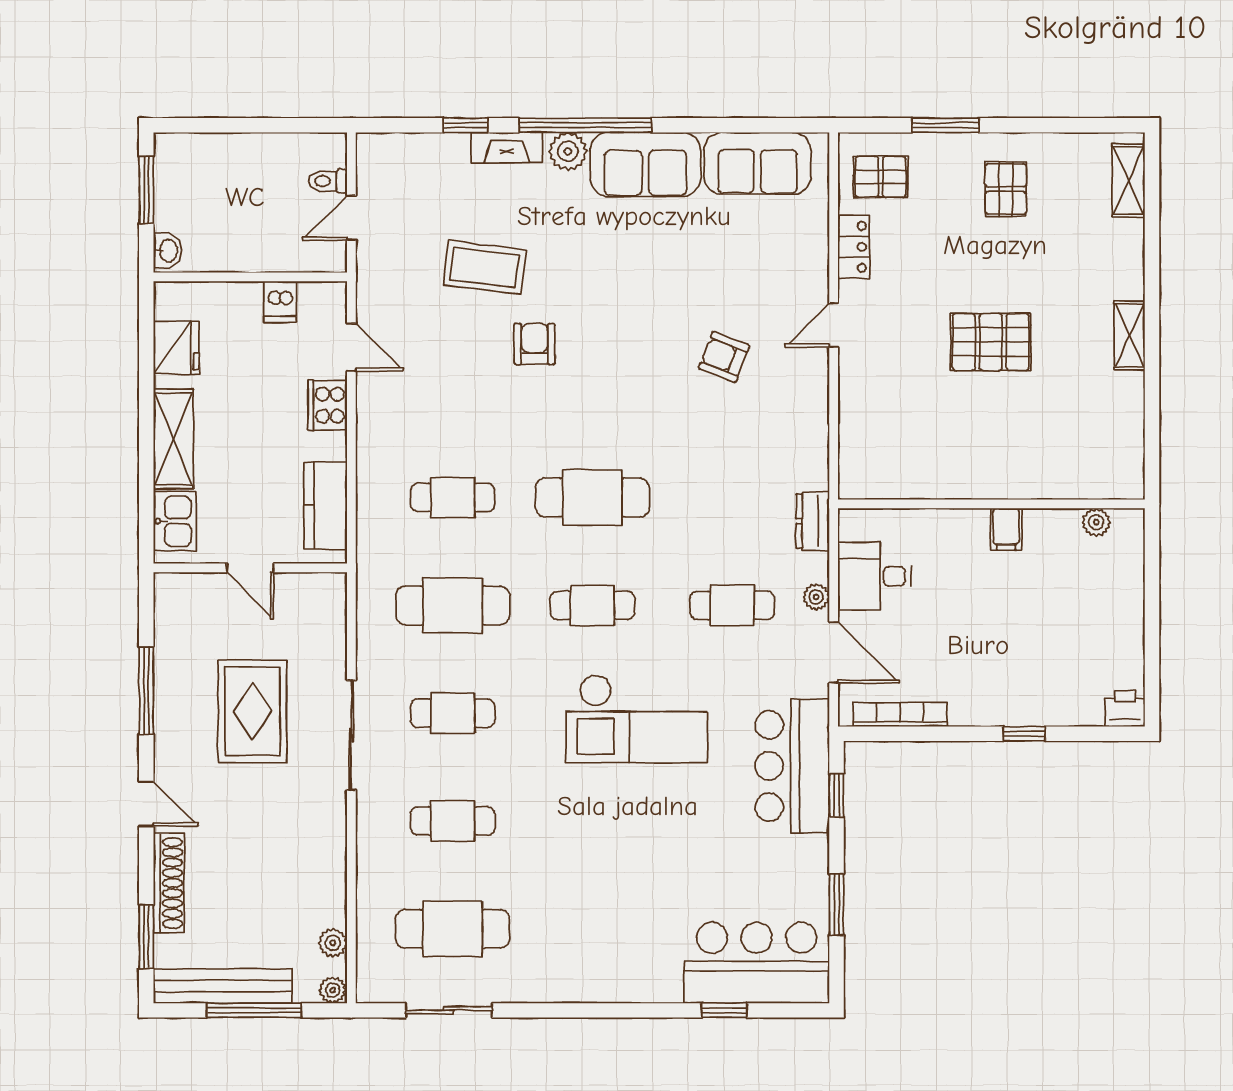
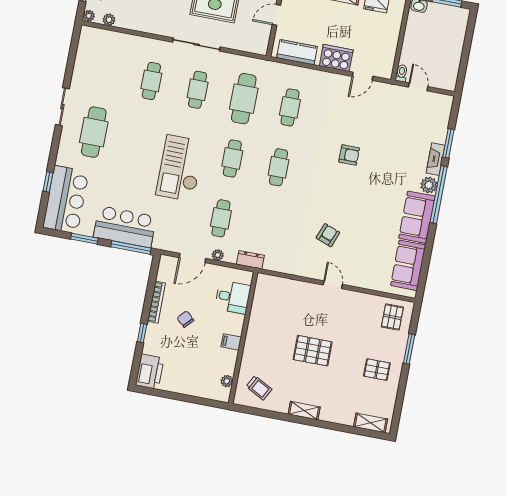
window: (465, 125) -> (448, 143), width x1.50
toilet: (328, 181) -> (402, 73), moved
locker: (854, 247) -> (365, 300), removed
coffee table: (485, 267) -> (386, 140), removed
dishwasher: (280, 302) -> (388, 49), removed
pallet: (991, 342) -> (313, 351), turned 90
cooker: (328, 405) -> (336, 58), width x1.37, depth x1.31
trolley: (1097, 447) -> (259, 388), added
cafe table: (592, 498) -> (279, 167), width x0.73, depth x0.74
desk: (874, 576) -> (233, 297), moved, turned 90
chair: (974, 642) -> (185, 319), added
printer: (1125, 709) -> (150, 372), width x1.87, depth x1.48
bookcase: (900, 715) -> (156, 302), moved
bar counter: (792, 766) -> (125, 227), moved
window: (836, 795) -> (131, 247), width x2.17
cafe table: (453, 929) -> (94, 132), moved
sliding door: (449, 1010) -> (62, 107), moved

